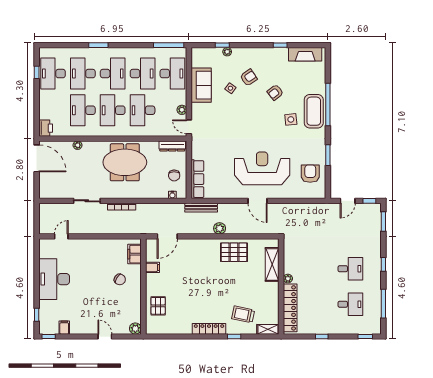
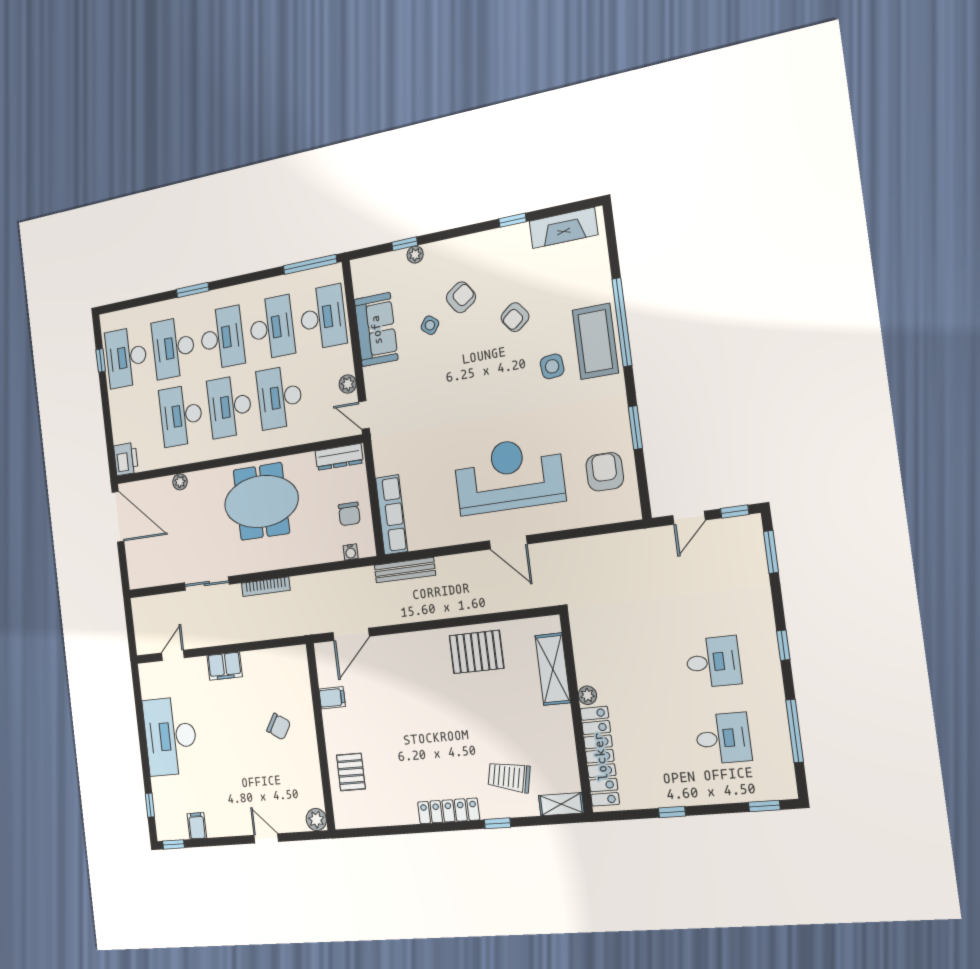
plant: (220, 228) -> (444, 607), removed
filing cabinet: (134, 254) -> (225, 666), moved, turned -90

